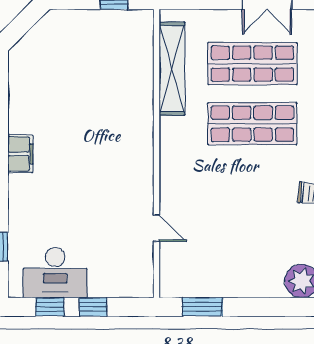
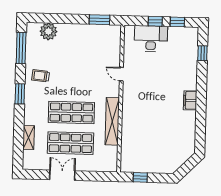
shelving: (172, 69) -> (112, 121), moved
door: (157, 228) -> (121, 74), moved
desk: (55, 273) -> (151, 39), moved

